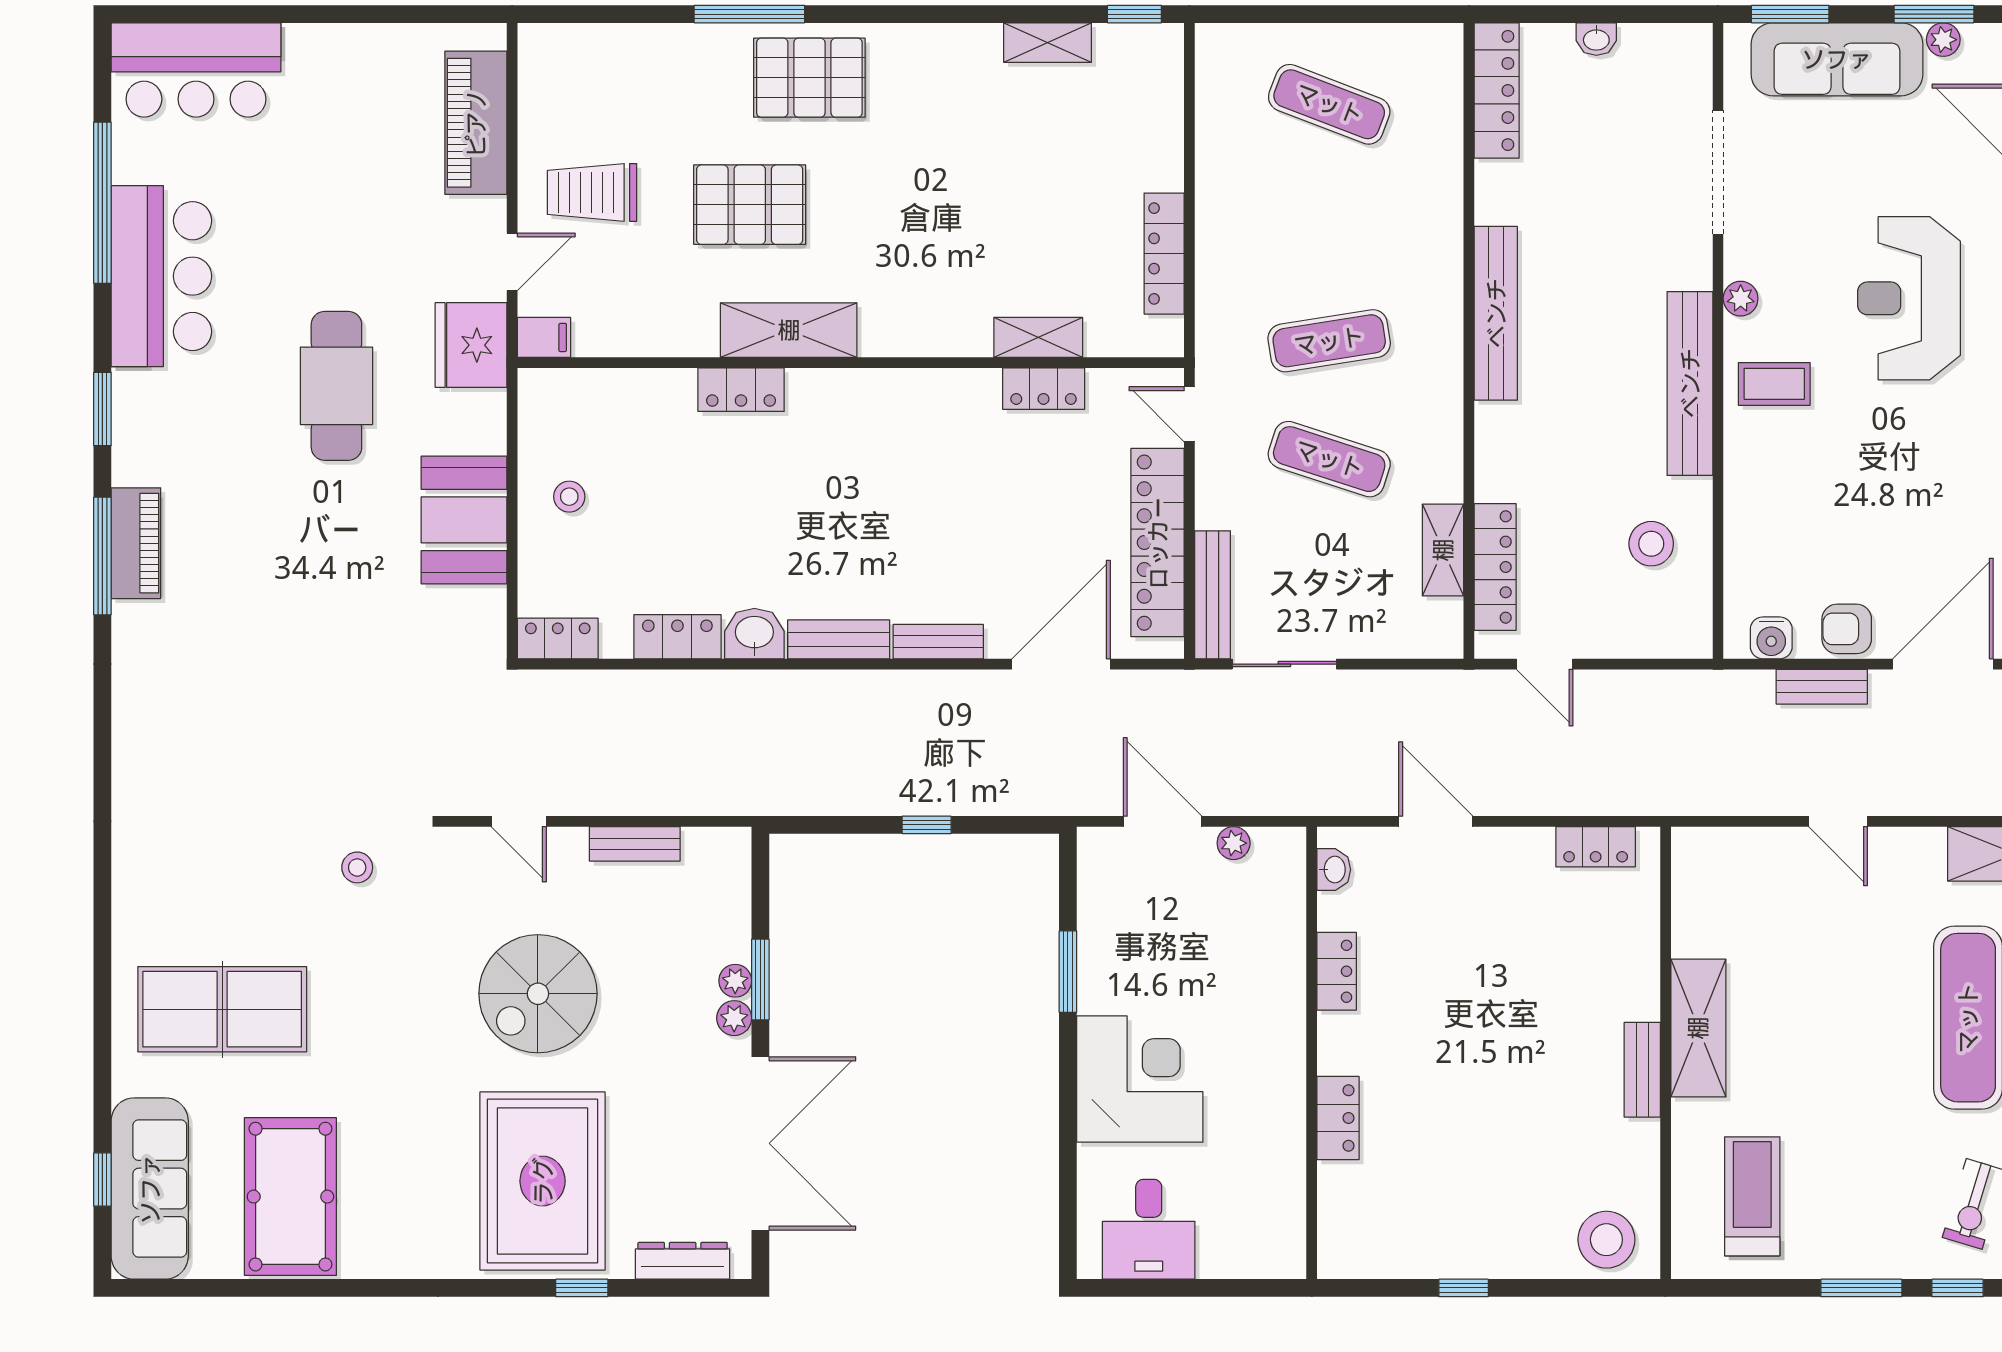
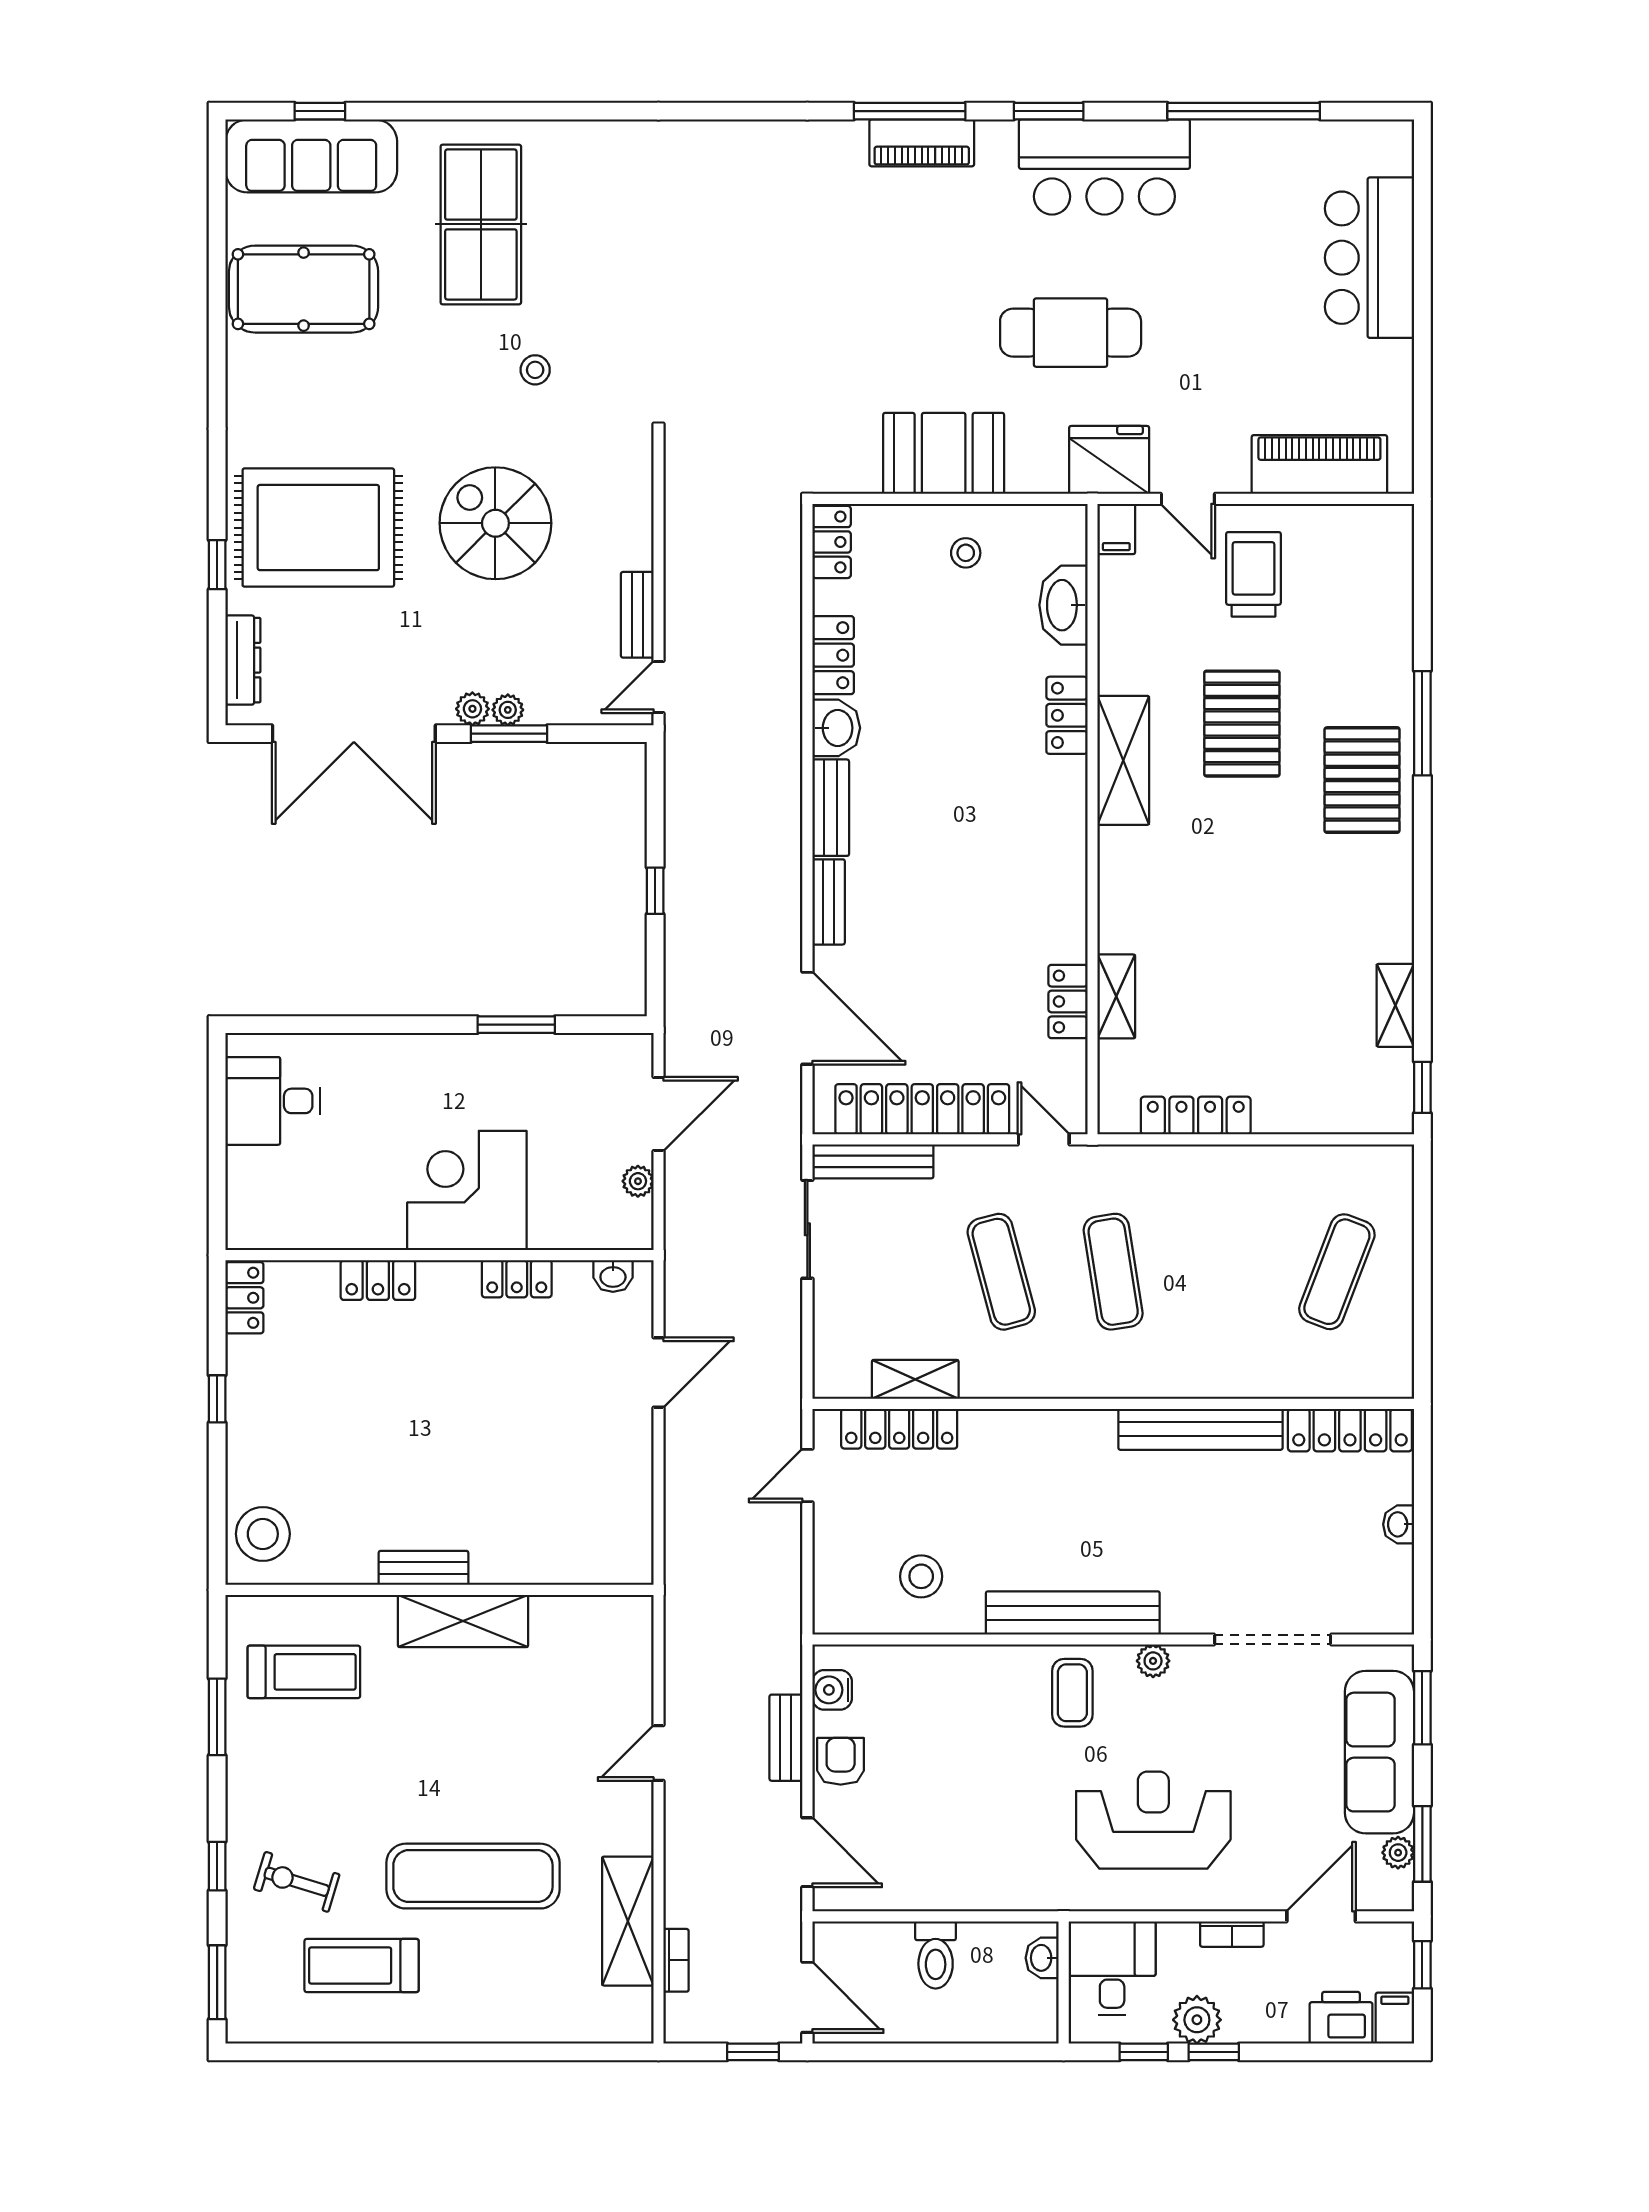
bar counter: (196, 70) -> (1369, 258), moved
bar counter: (161, 276) -> (1104, 167), moved
bench: (1496, 313) -> (1200, 1429), moved
washbasin: (625, 393) -> (1063, 605), added
door: (1189, 414) -> (1044, 1139), hinge flipped
exercise mat: (1329, 459) -> (1001, 1272), turned -33
door: (1943, 664) -> (807, 1852), width x0.73
door: (519, 821) -> (659, 687), moved
locker: (1596, 847) -> (244, 1298), moved, turned 180
stool: (357, 867) -> (535, 370), moved
corner desk: (1140, 1079) -> (467, 1191), moved, turned 180
window: (1861, 1288) -> (217, 1717), moved

